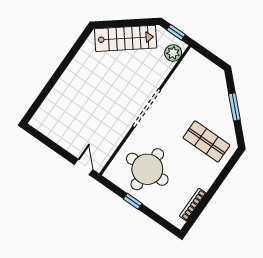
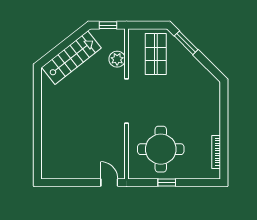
plant: (173, 53) -> (117, 59), moved
window: (234, 107) -> (186, 43), moved
shop shelf: (206, 141) -> (156, 54), moved, turned 90

